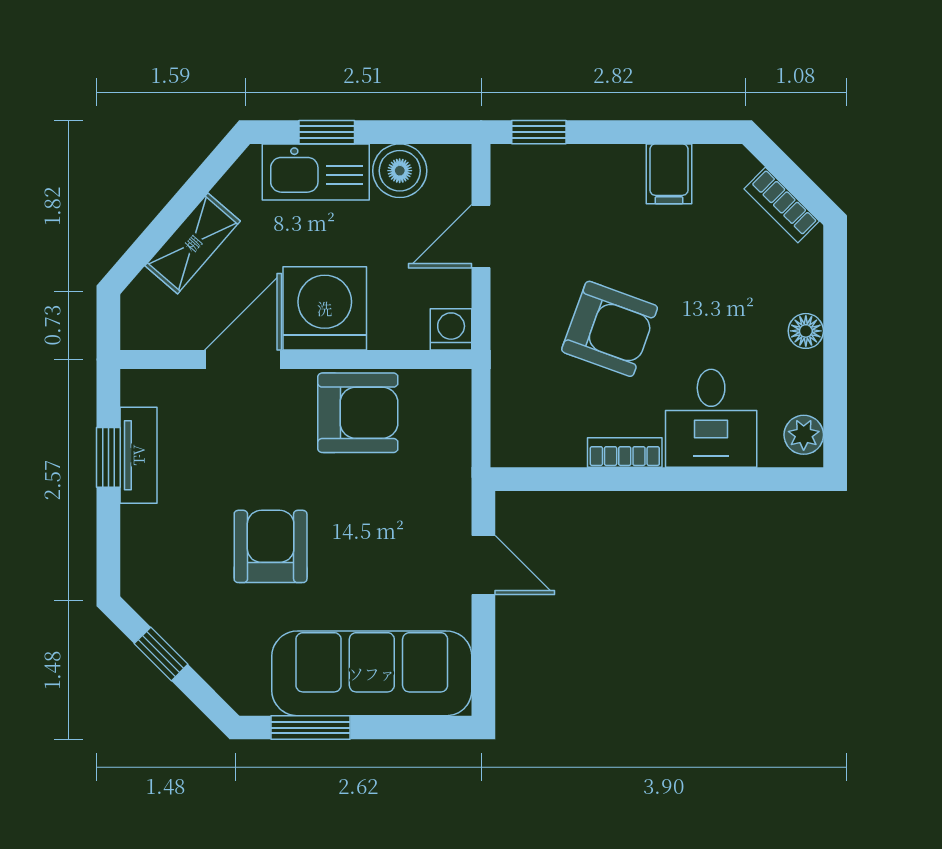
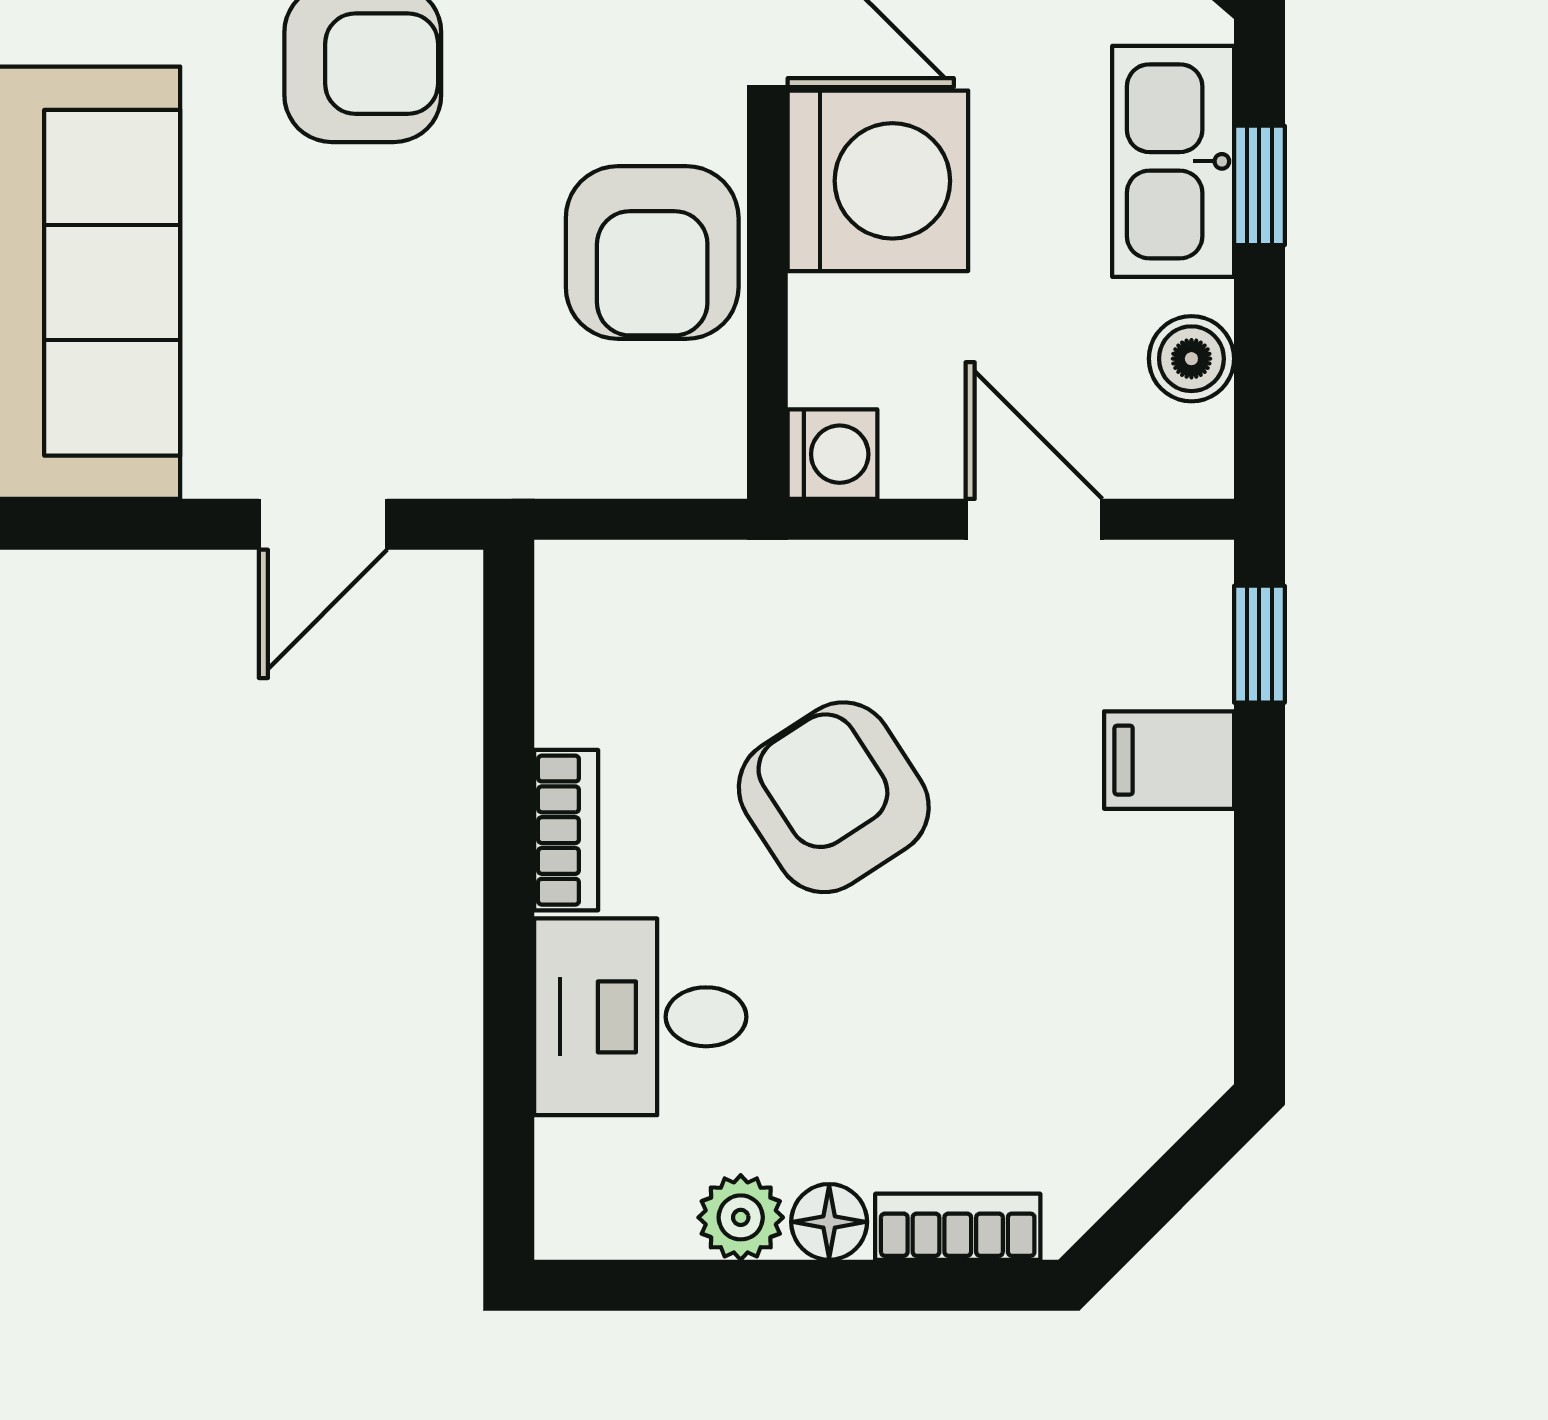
boiler: (400, 171) -> (1191, 359), width x0.73, depth x0.73
filing cabinet: (669, 174) -> (1169, 760), moved
bookcase: (782, 205) -> (958, 1227), moved, turned 45
armchair: (610, 329) -> (834, 797), turned 127
plant: (804, 435) -> (741, 1217), moved

